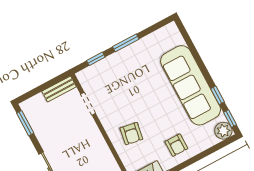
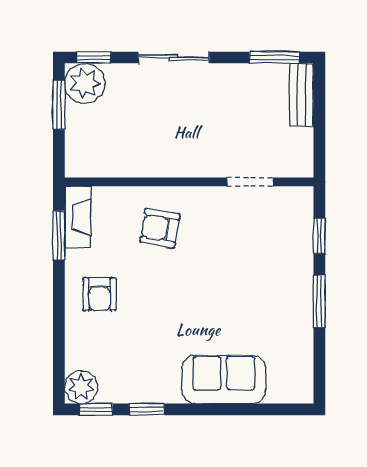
sofa: (191, 85) -> (224, 379), width x0.54, depth x0.79
bench: (59, 89) -> (302, 95), moved
armchair: (176, 145) -> (99, 294), turned -90

